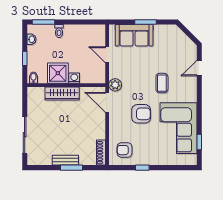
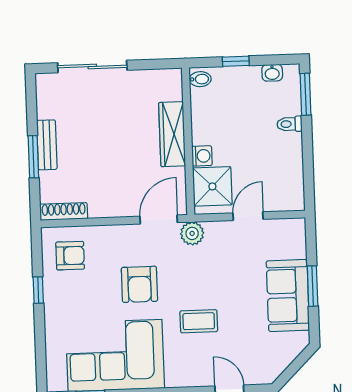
sofa: (134, 35) -> (288, 295), moved
shower: (58, 73) -> (212, 186), moved
armchair: (125, 150) -> (70, 256), turned 90

